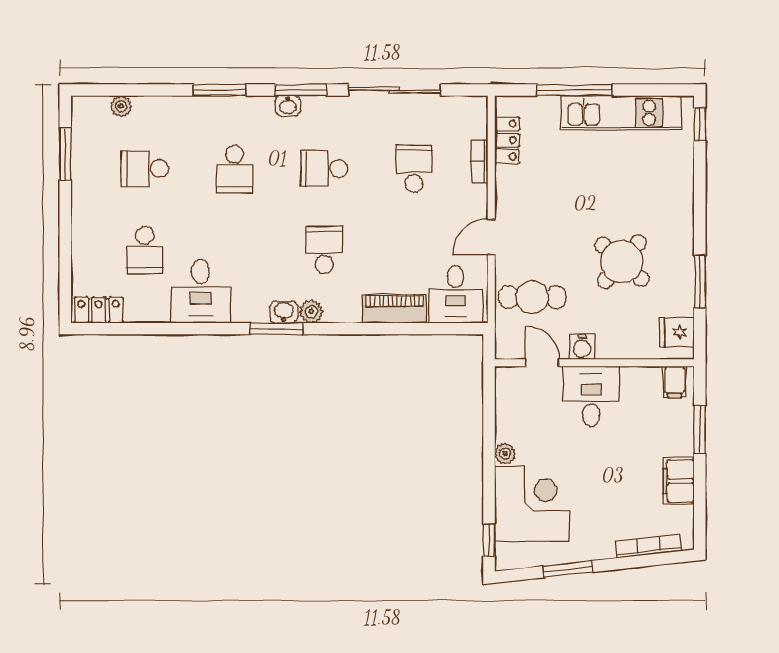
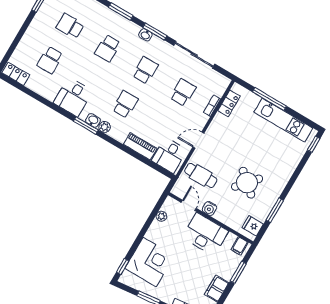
school desk: (324, 169) -> (145, 70), turned 90
desk: (201, 291) -> (73, 97), moved
desk: (591, 396) -> (205, 234), width x1.37
plant: (505, 454) -> (161, 216), moved

